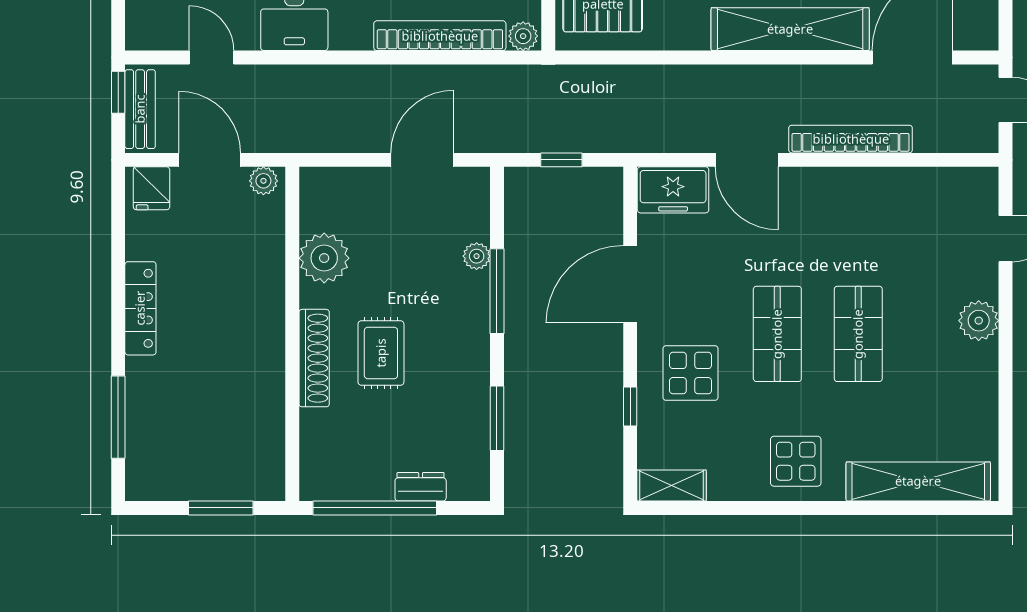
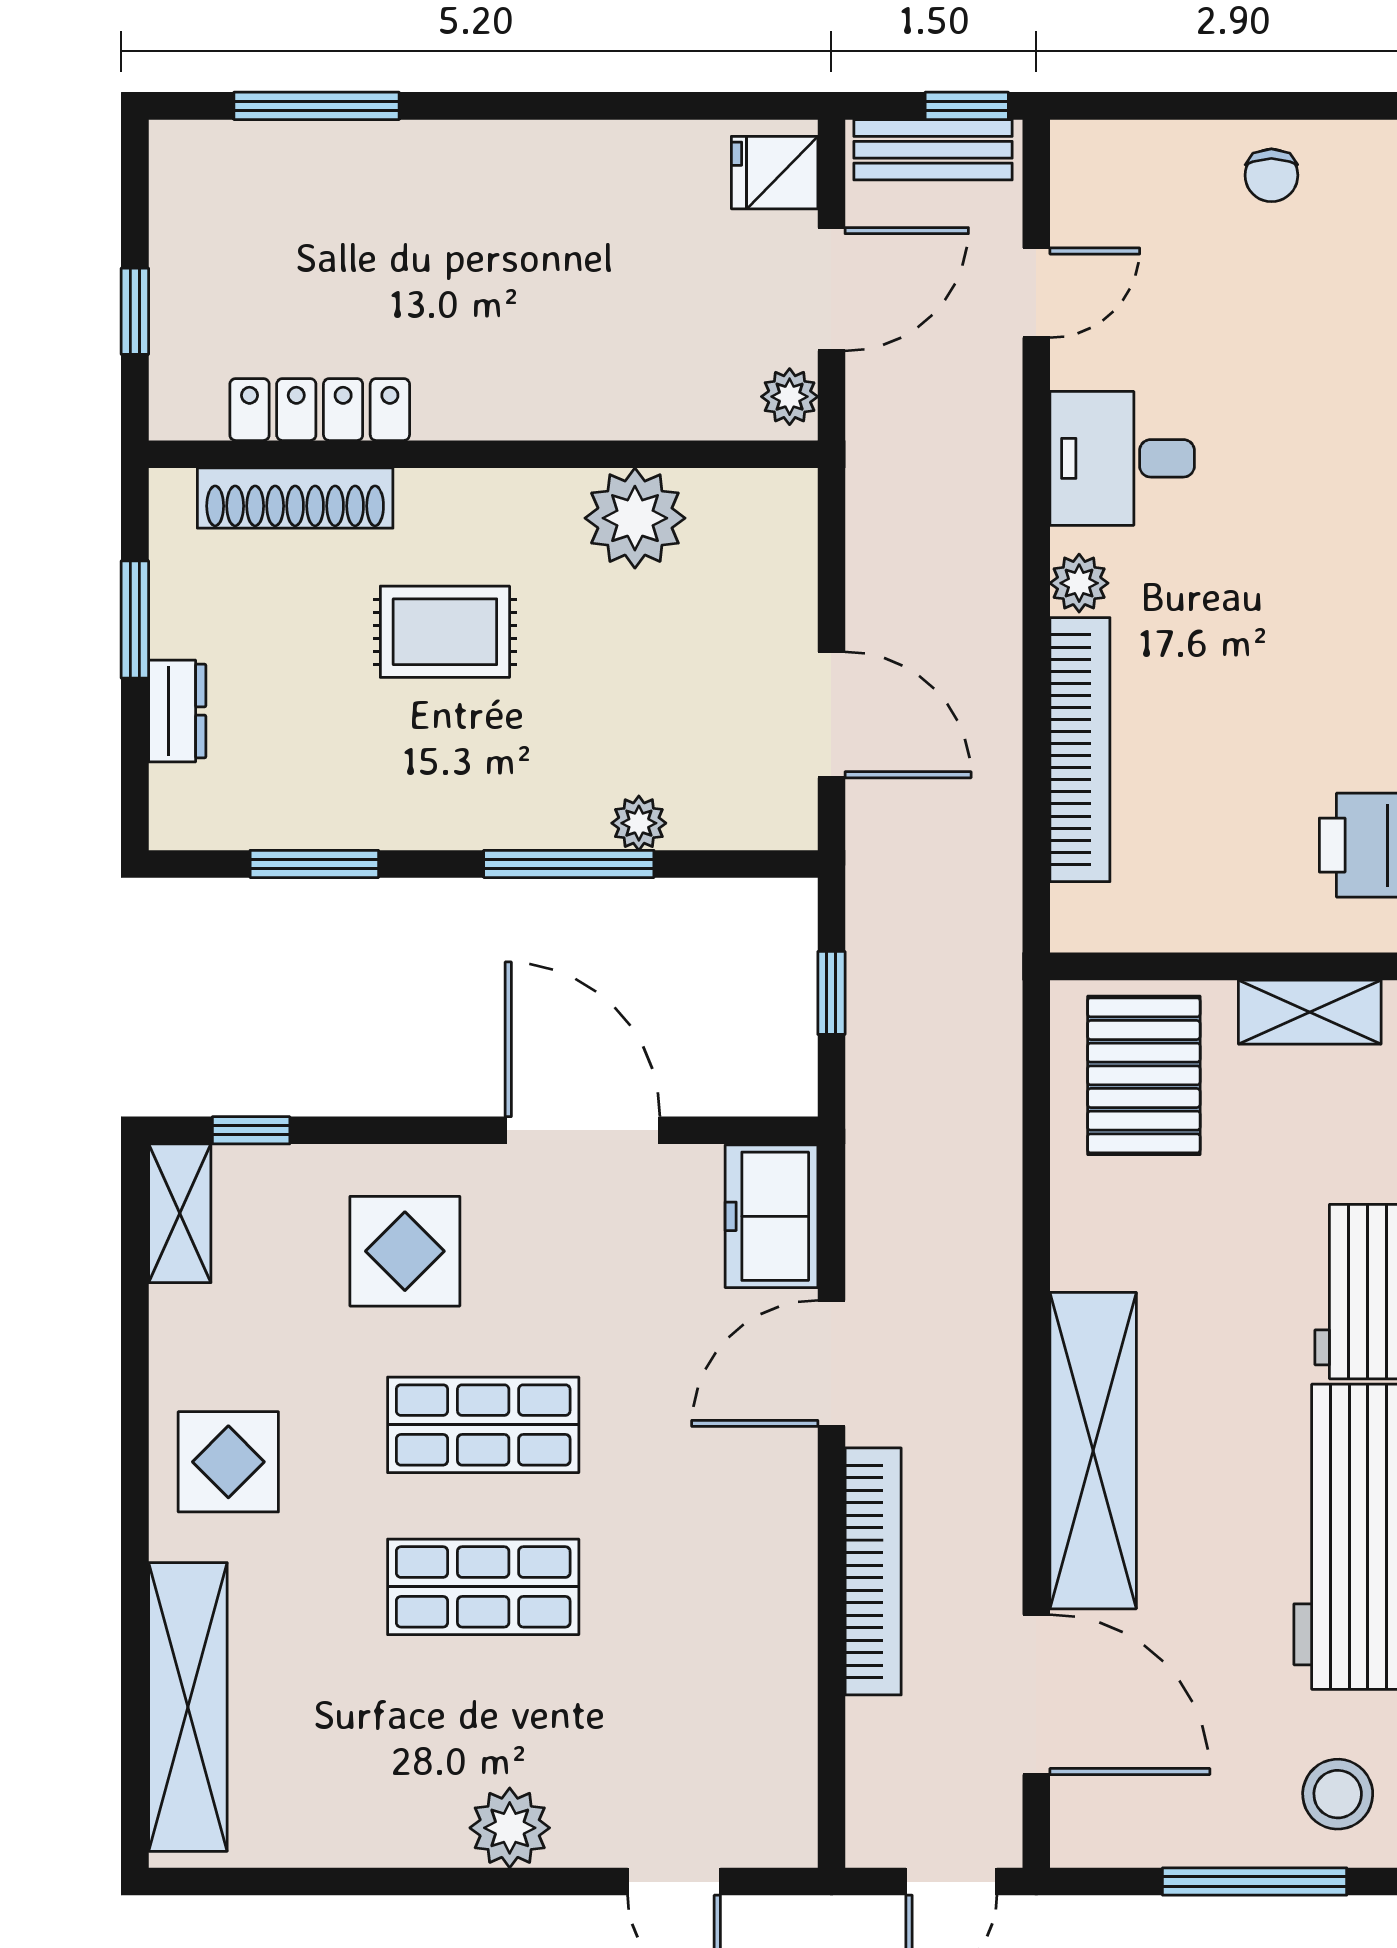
plant: (523, 36) -> (1079, 583), moved
locker: (140, 308) -> (320, 410), moved, turned 180
shoe rack: (314, 358) -> (295, 498), moved
window: (630, 406) -> (251, 1130), moved
window: (221, 508) -> (135, 311), width x0.67
window: (375, 508) -> (135, 619), width x0.47

